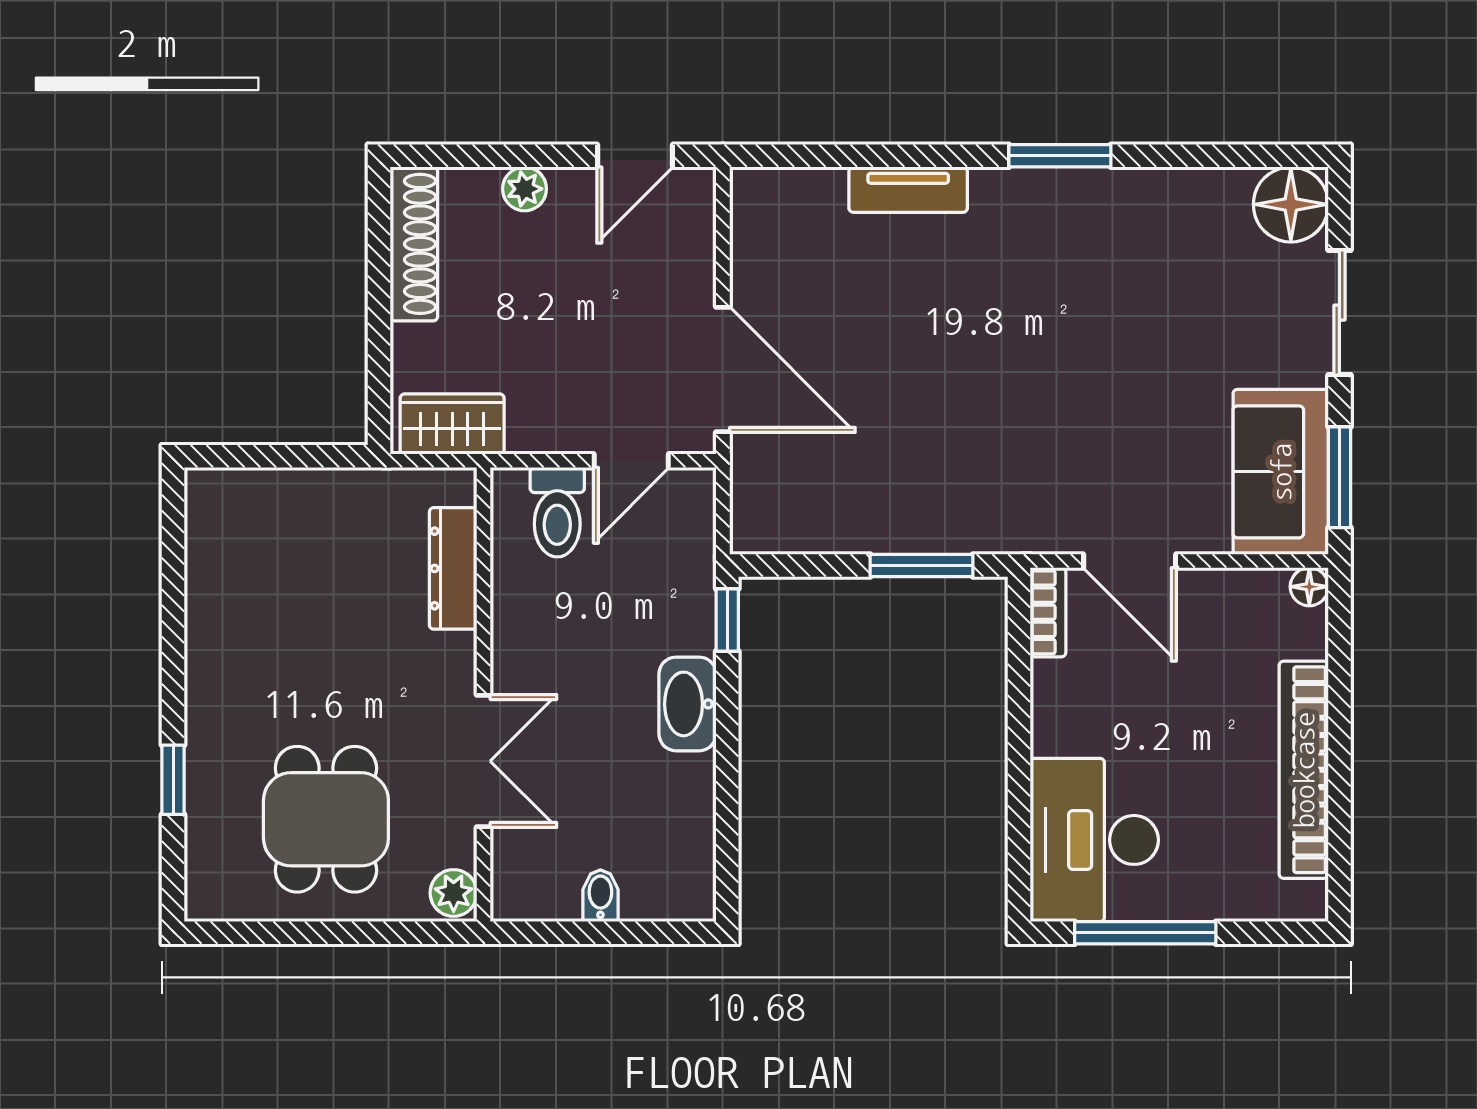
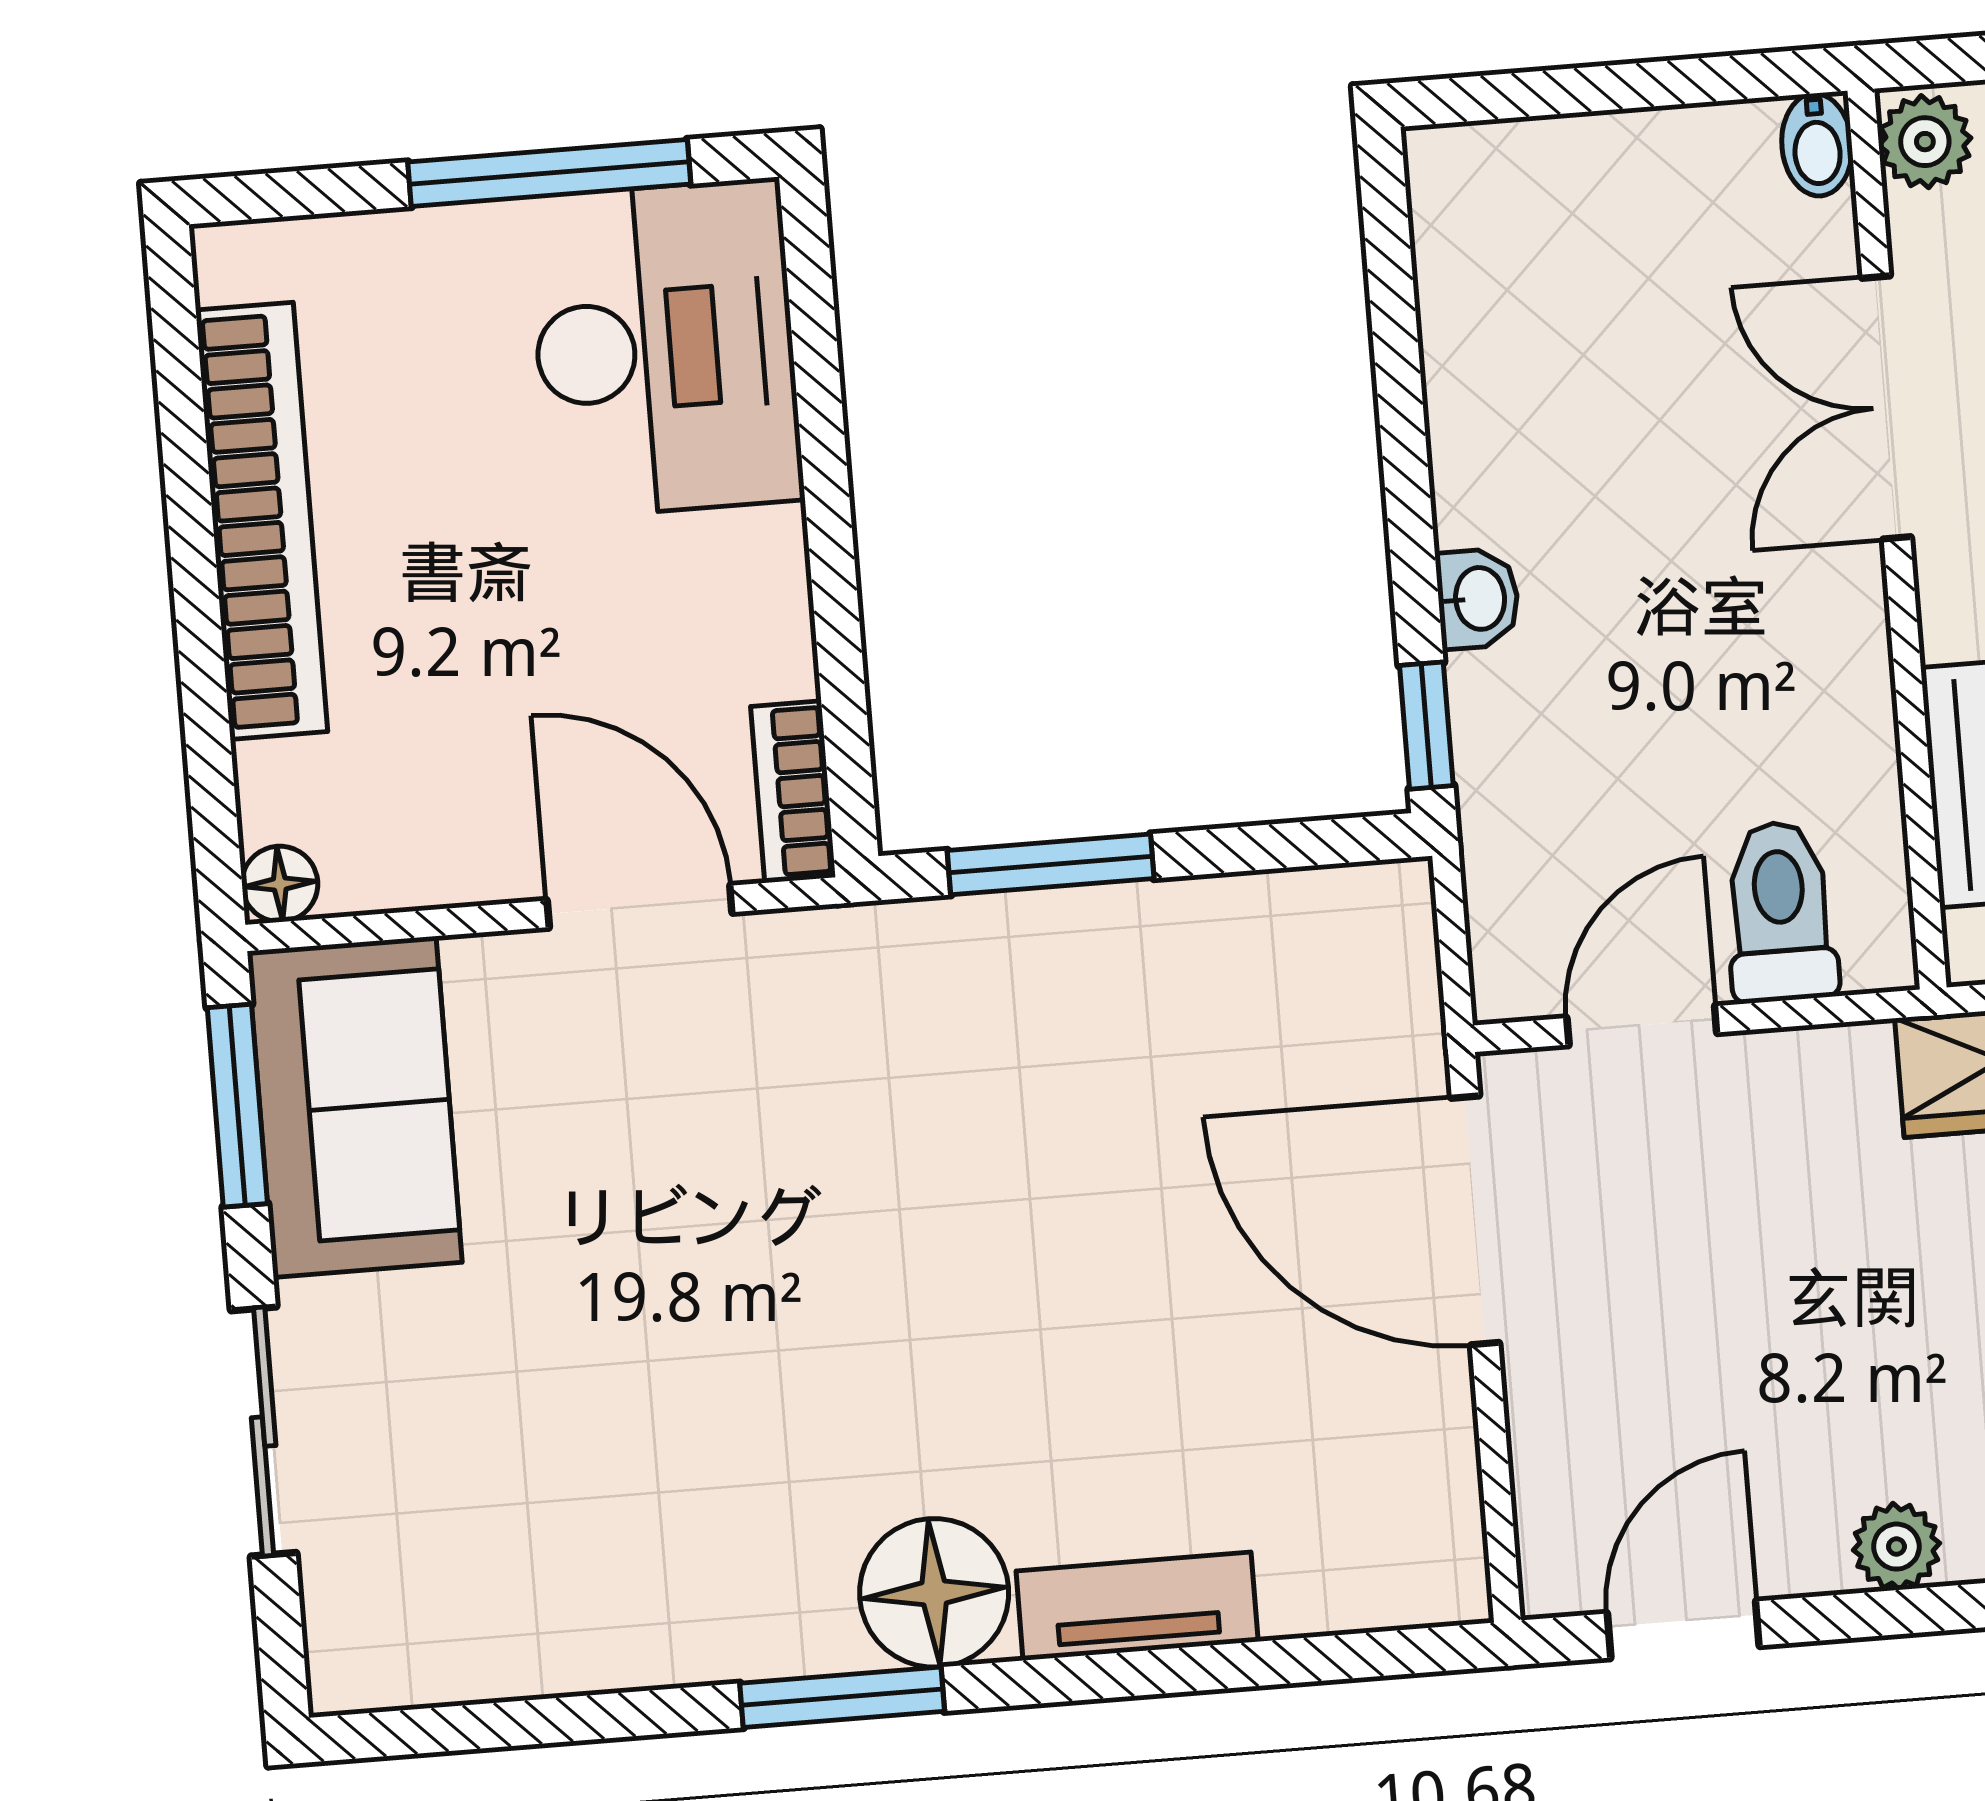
floor lamp: (1291, 204) -> (934, 1593), moved
washbasin: (688, 704) -> (1478, 599), width x0.52, depth x0.69
bidet: (600, 896) -> (1817, 145), moved

